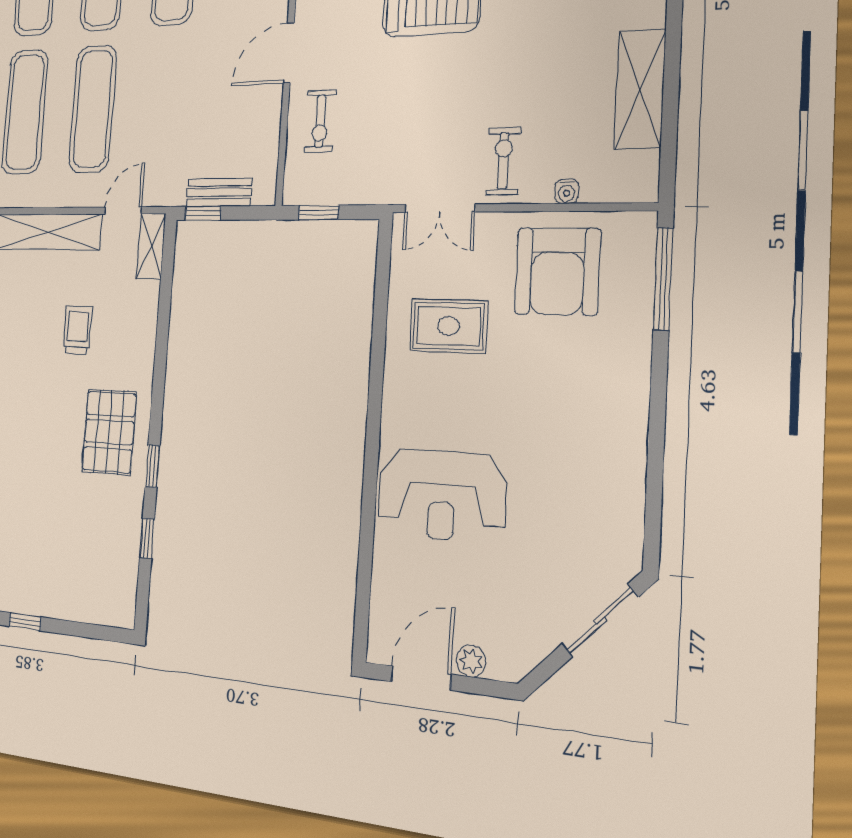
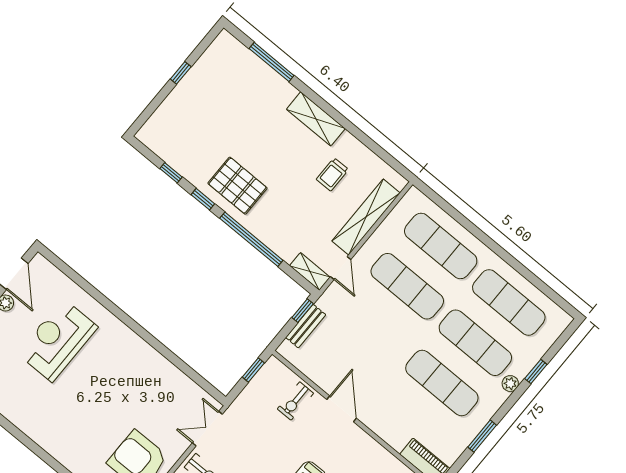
exercise bike: (320, 121) -> (295, 401), turned -90
rug: (449, 326) -> (153, 395), removed
trolley: (78, 330) -> (332, 174), moved, turned 90
window: (161, 358) -> (251, 239), added
reception desk: (442, 495) -> (58, 340), moved

